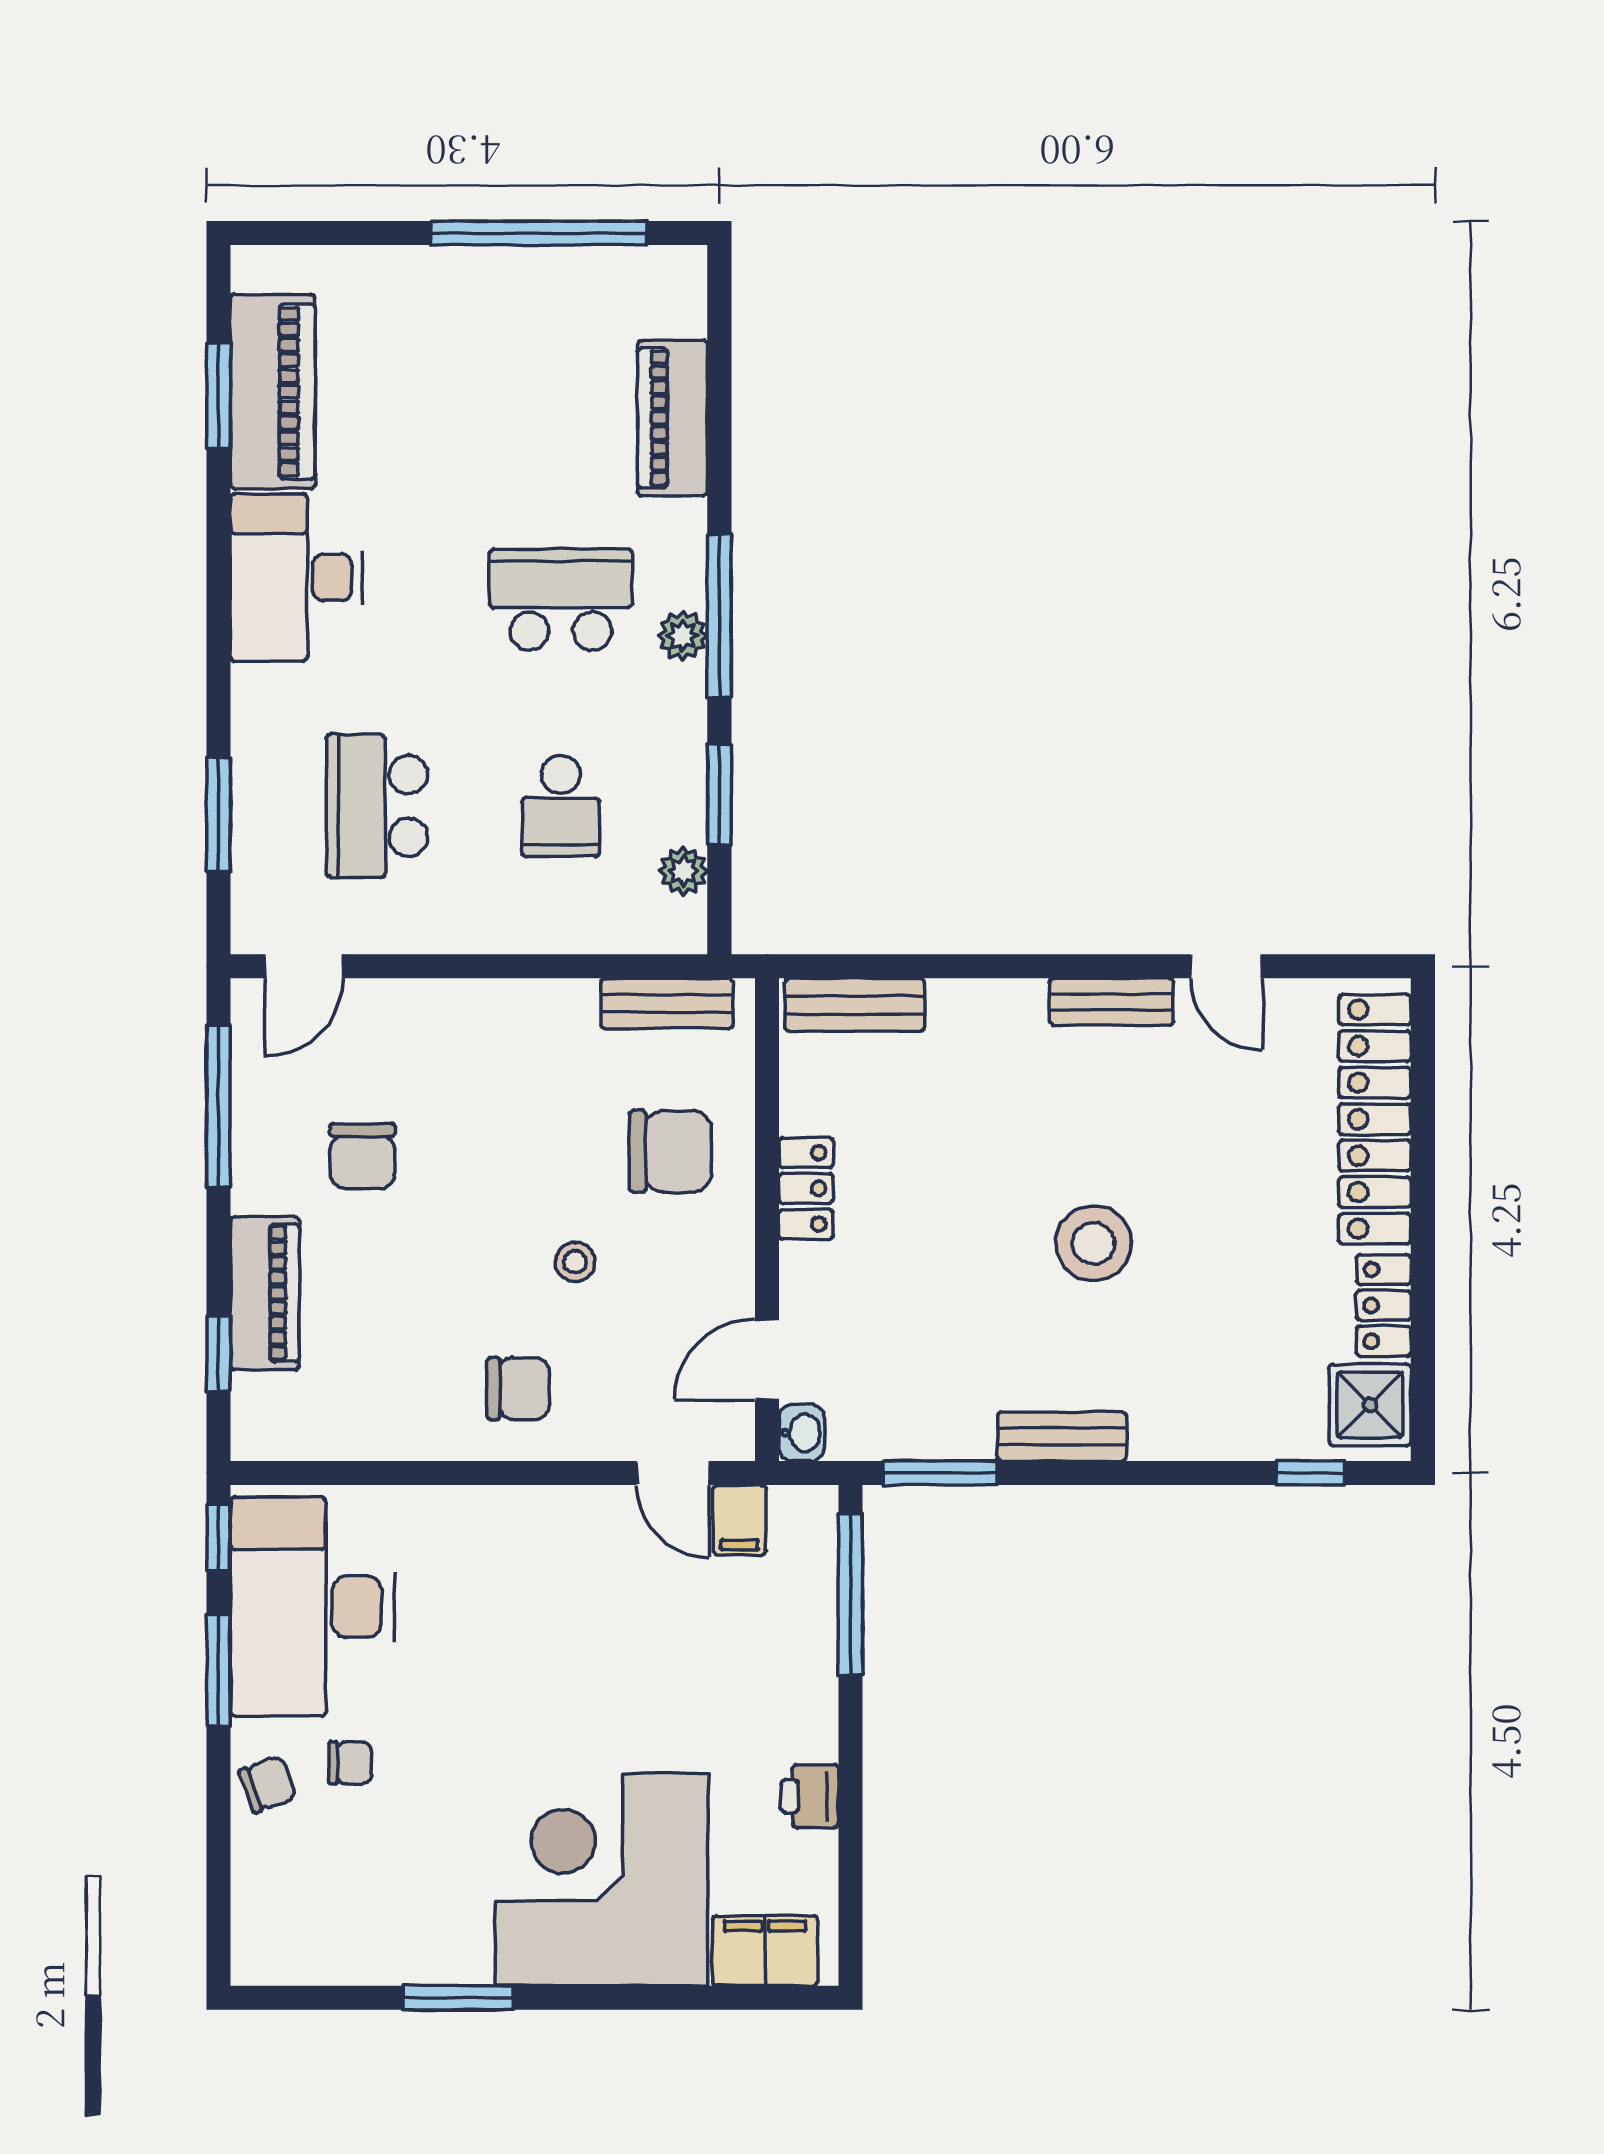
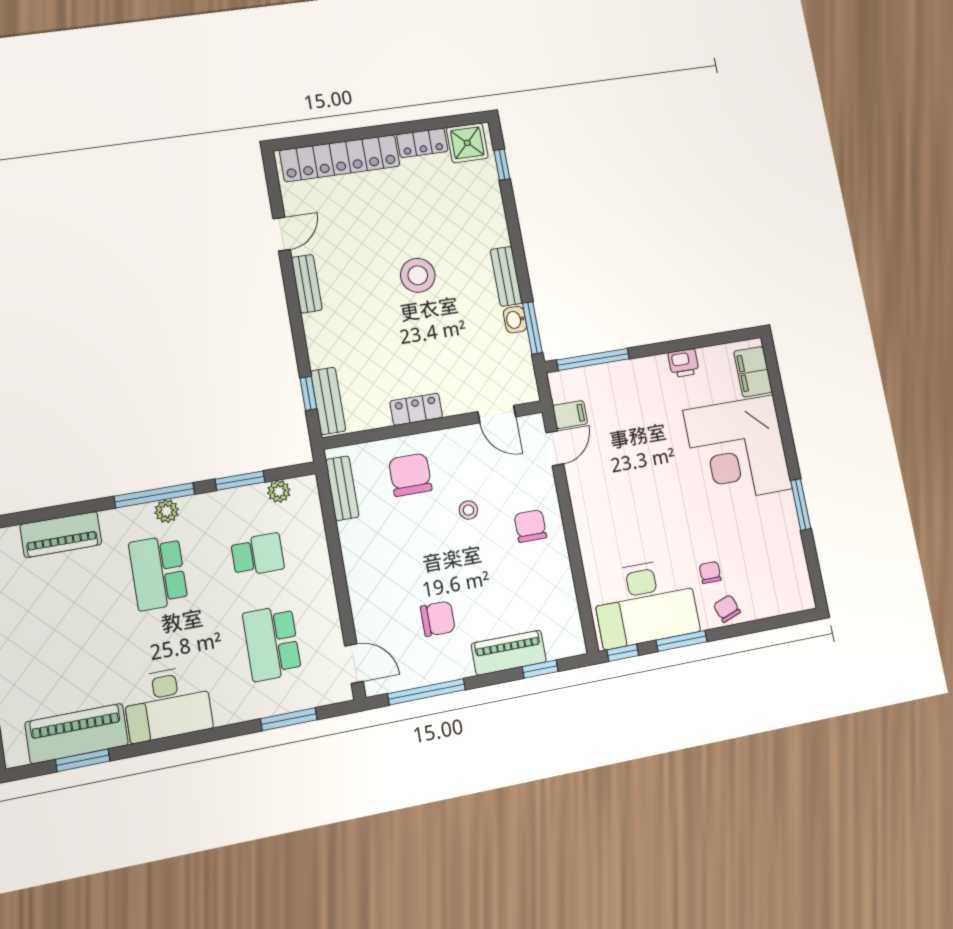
school desk: (377, 806) -> (272, 643), turned 90
window: (877, 966) -> (308, 393), added
washbasin: (802, 1433) -> (515, 320), moved, turned -90

